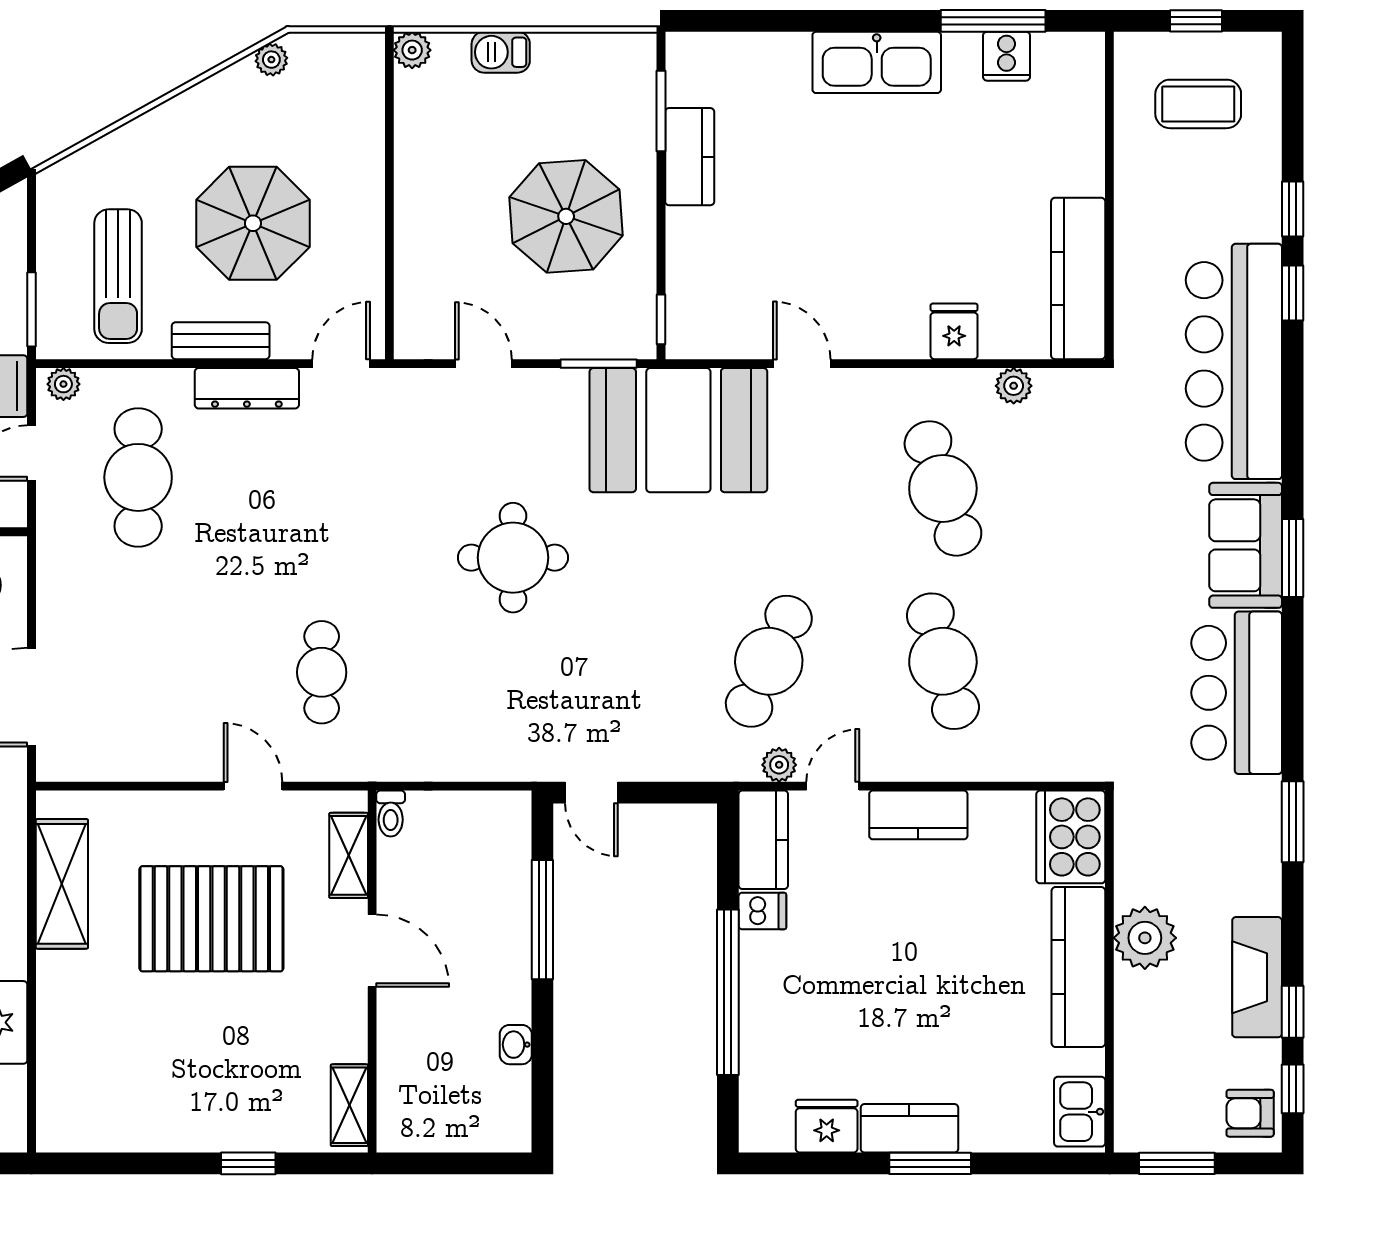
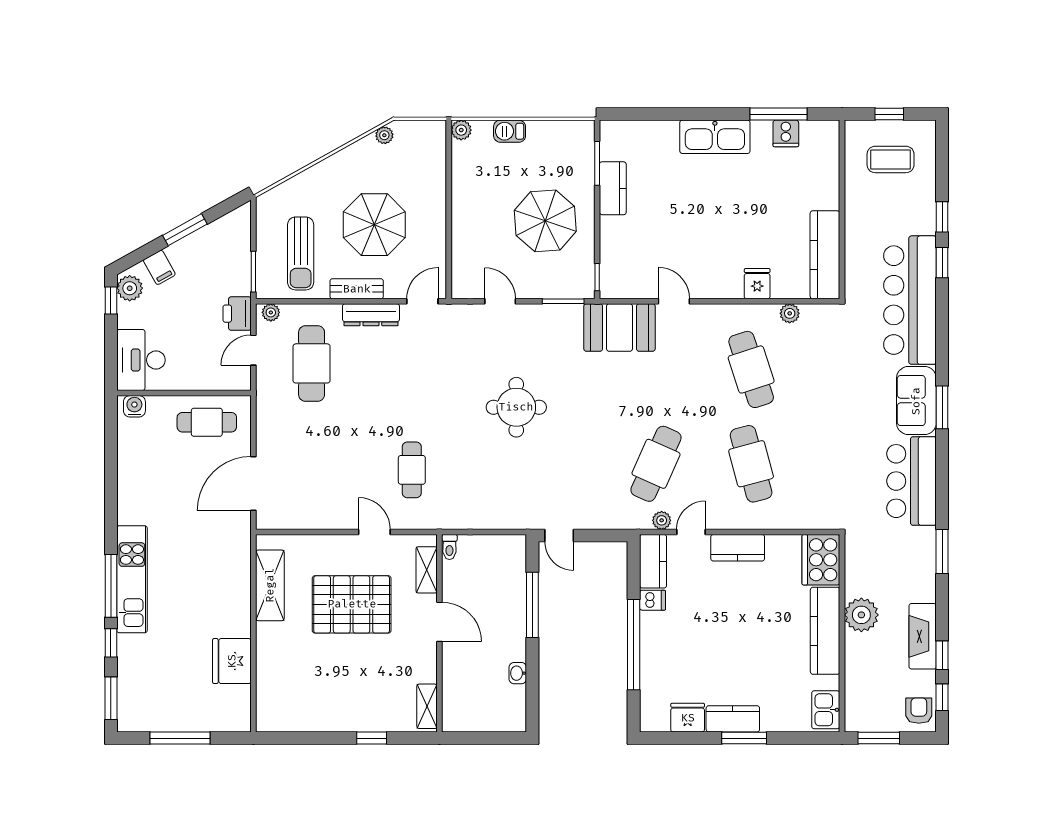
booth: (678, 430) -> (619, 327), width x0.73, depth x0.70
armchair: (1250, 1113) -> (919, 711), turned 90

